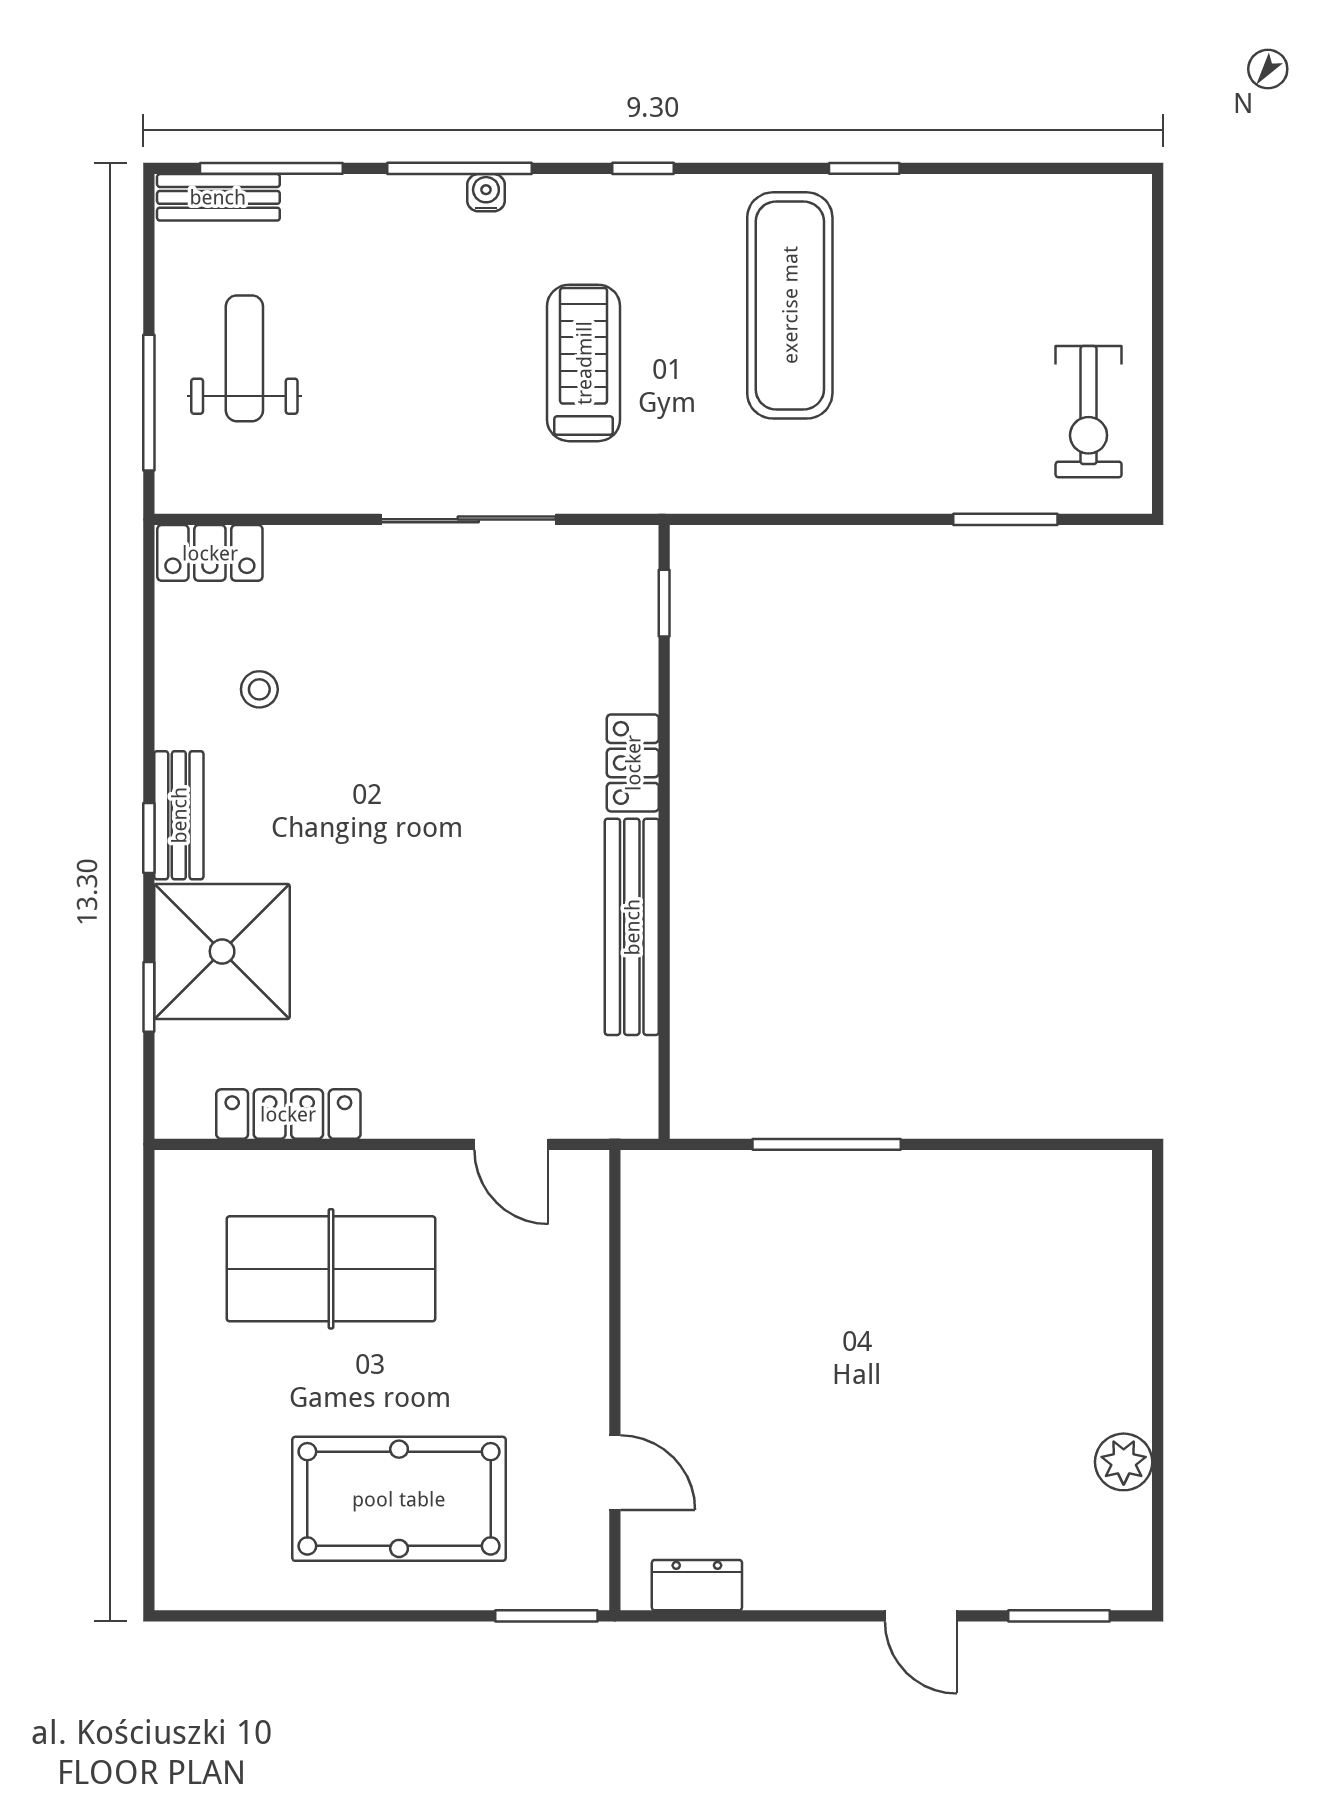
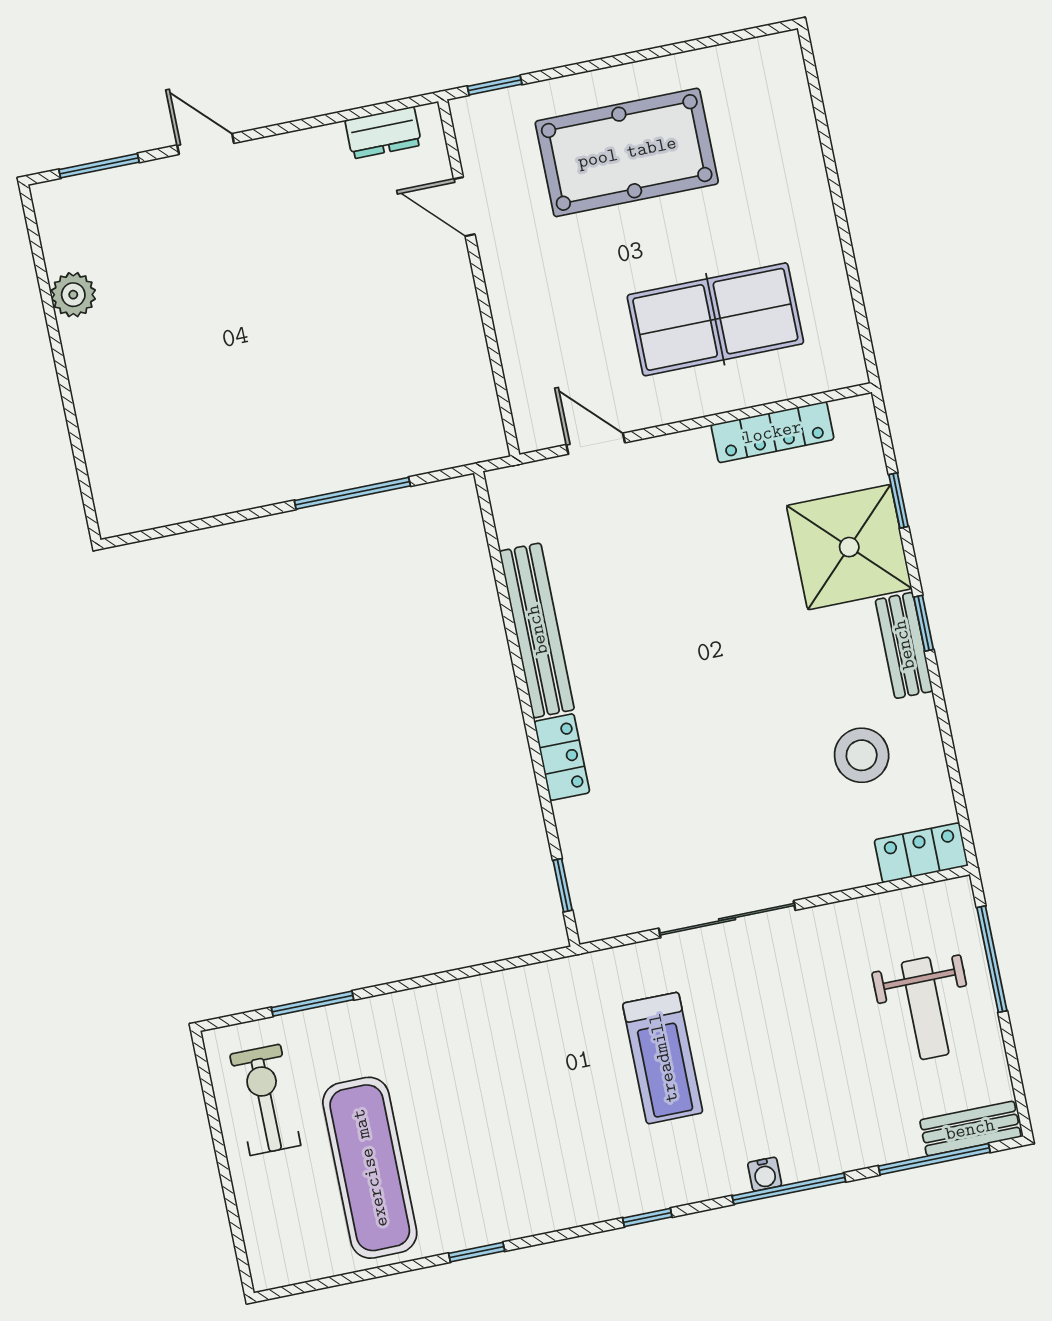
exercise mat: (790, 305) -> (370, 1168), moved
stool: (259, 689) -> (862, 755), width x1.89, depth x1.89
window: (546, 1616) -> (495, 85), width x0.67

